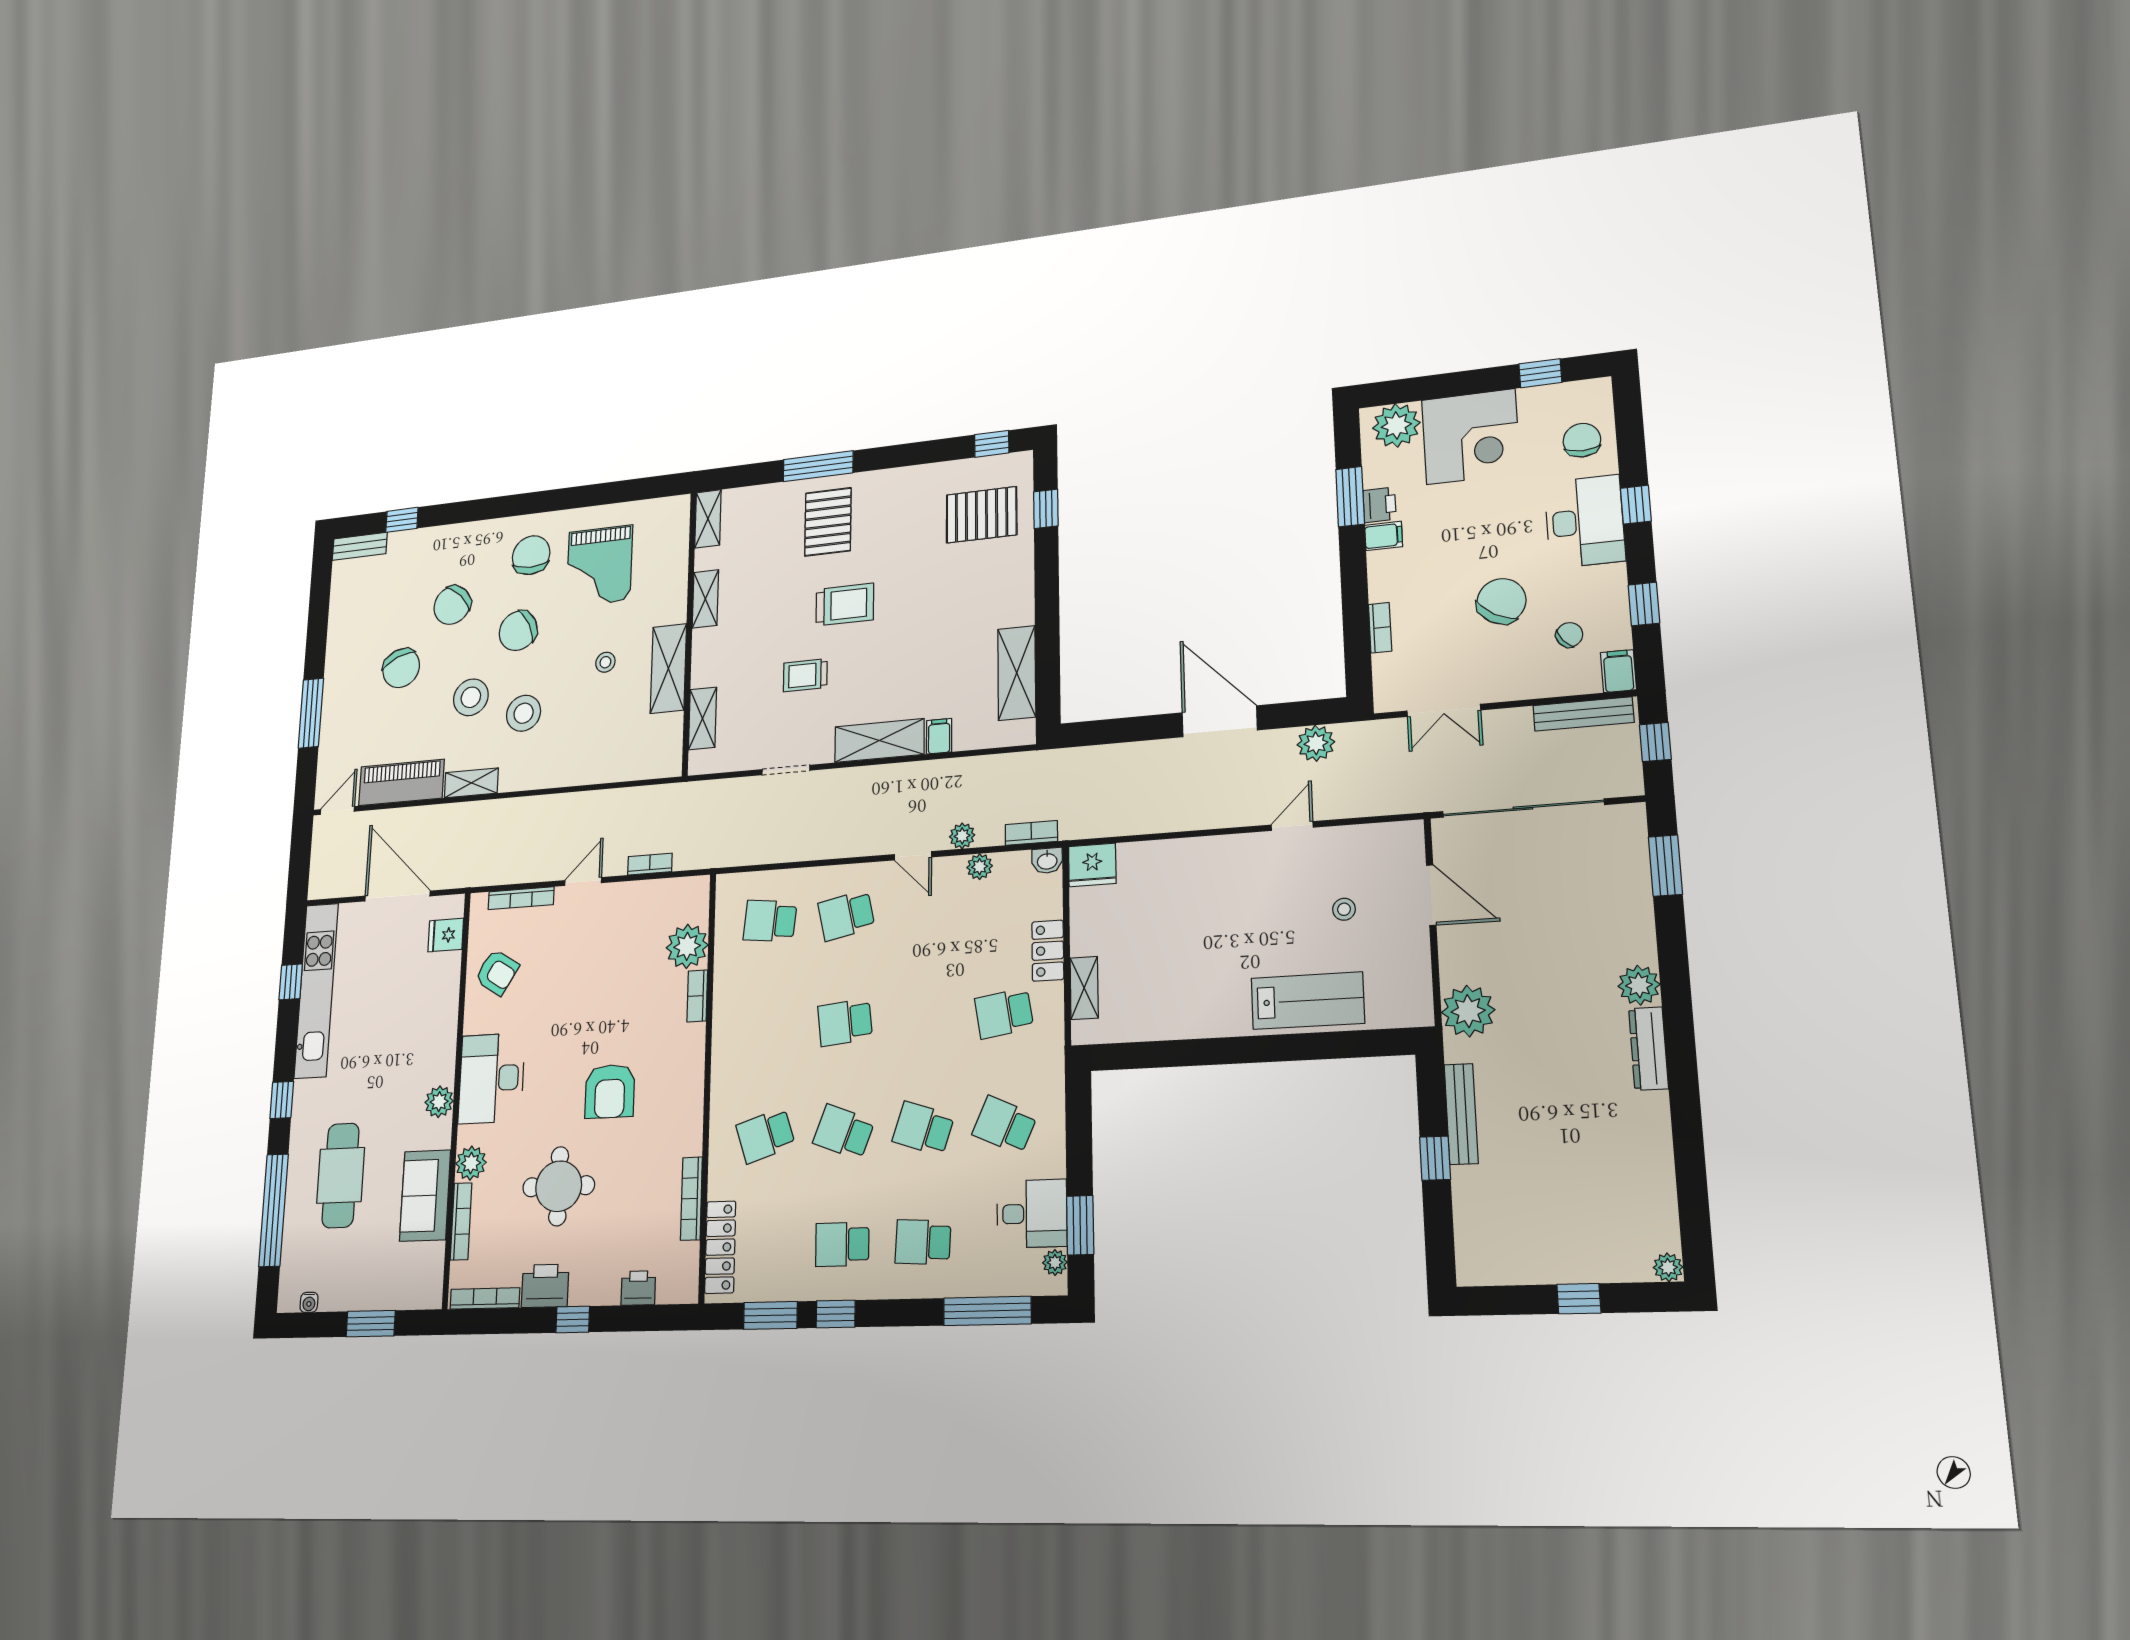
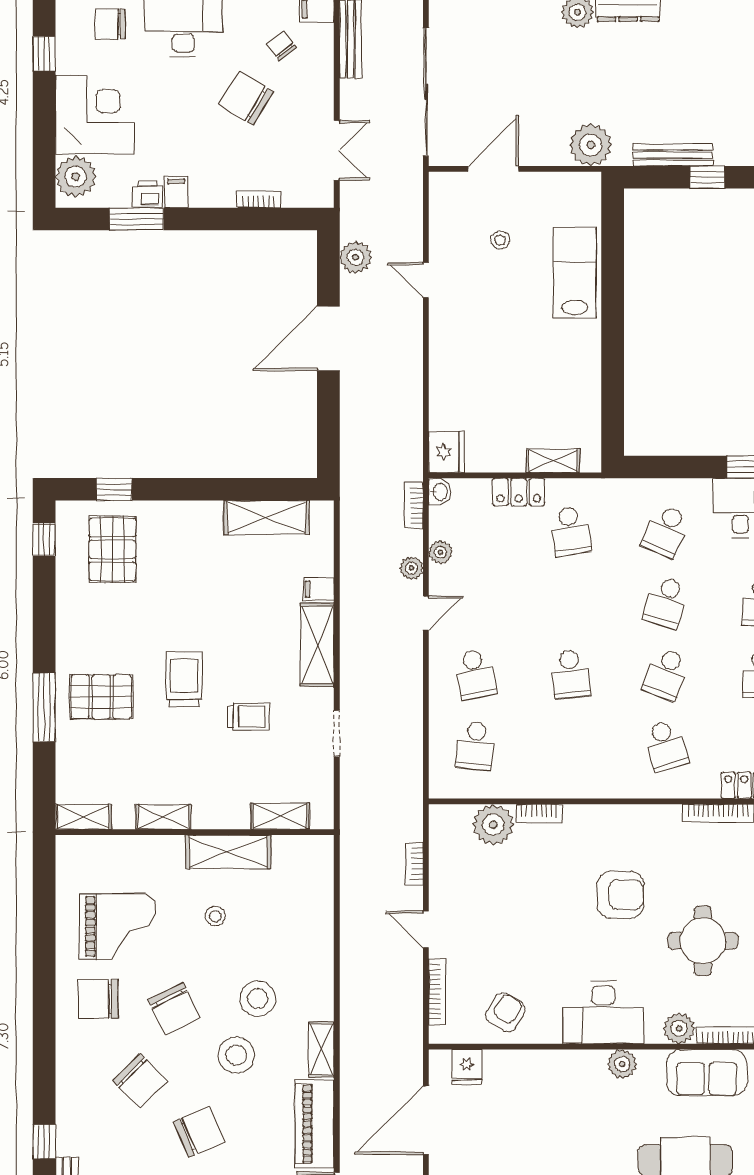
trolley: (805, 675) -> (248, 716), turned -90

